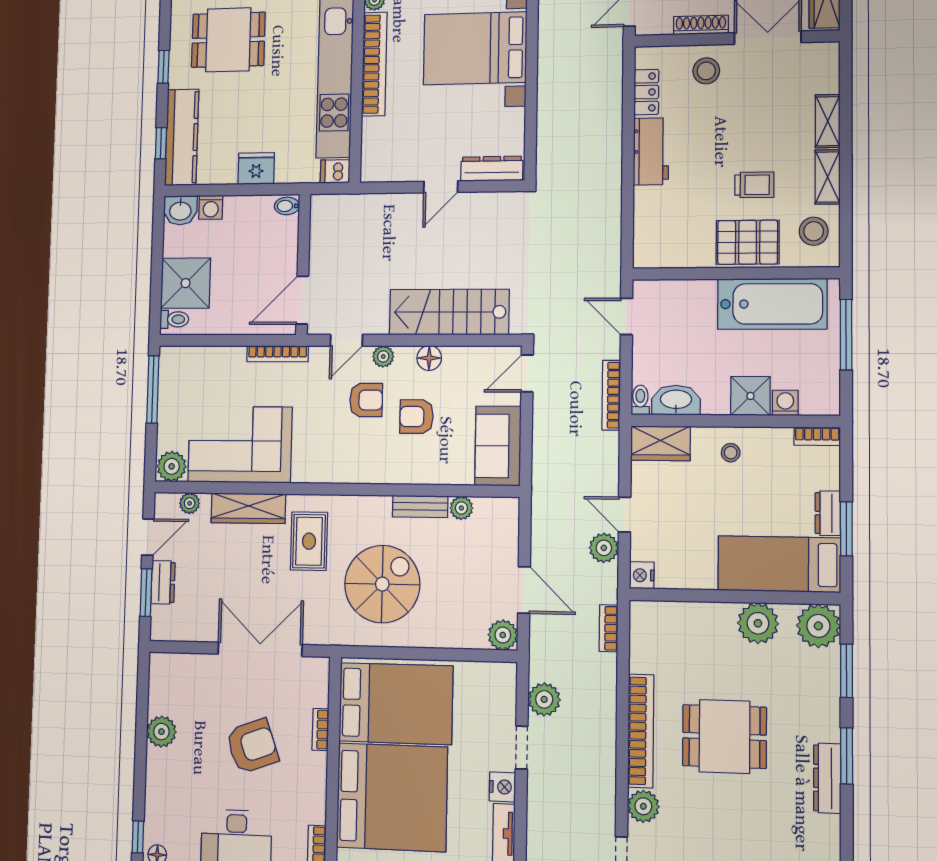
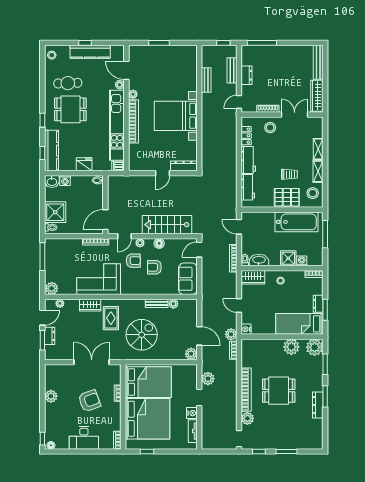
workbench: (649, 219) -> (248, 187), added
corner sofa: (240, 445) -> (99, 279), moved
wardrobe: (248, 508) -> (90, 305), width x0.67
plant: (604, 548) -> (231, 334), moved

